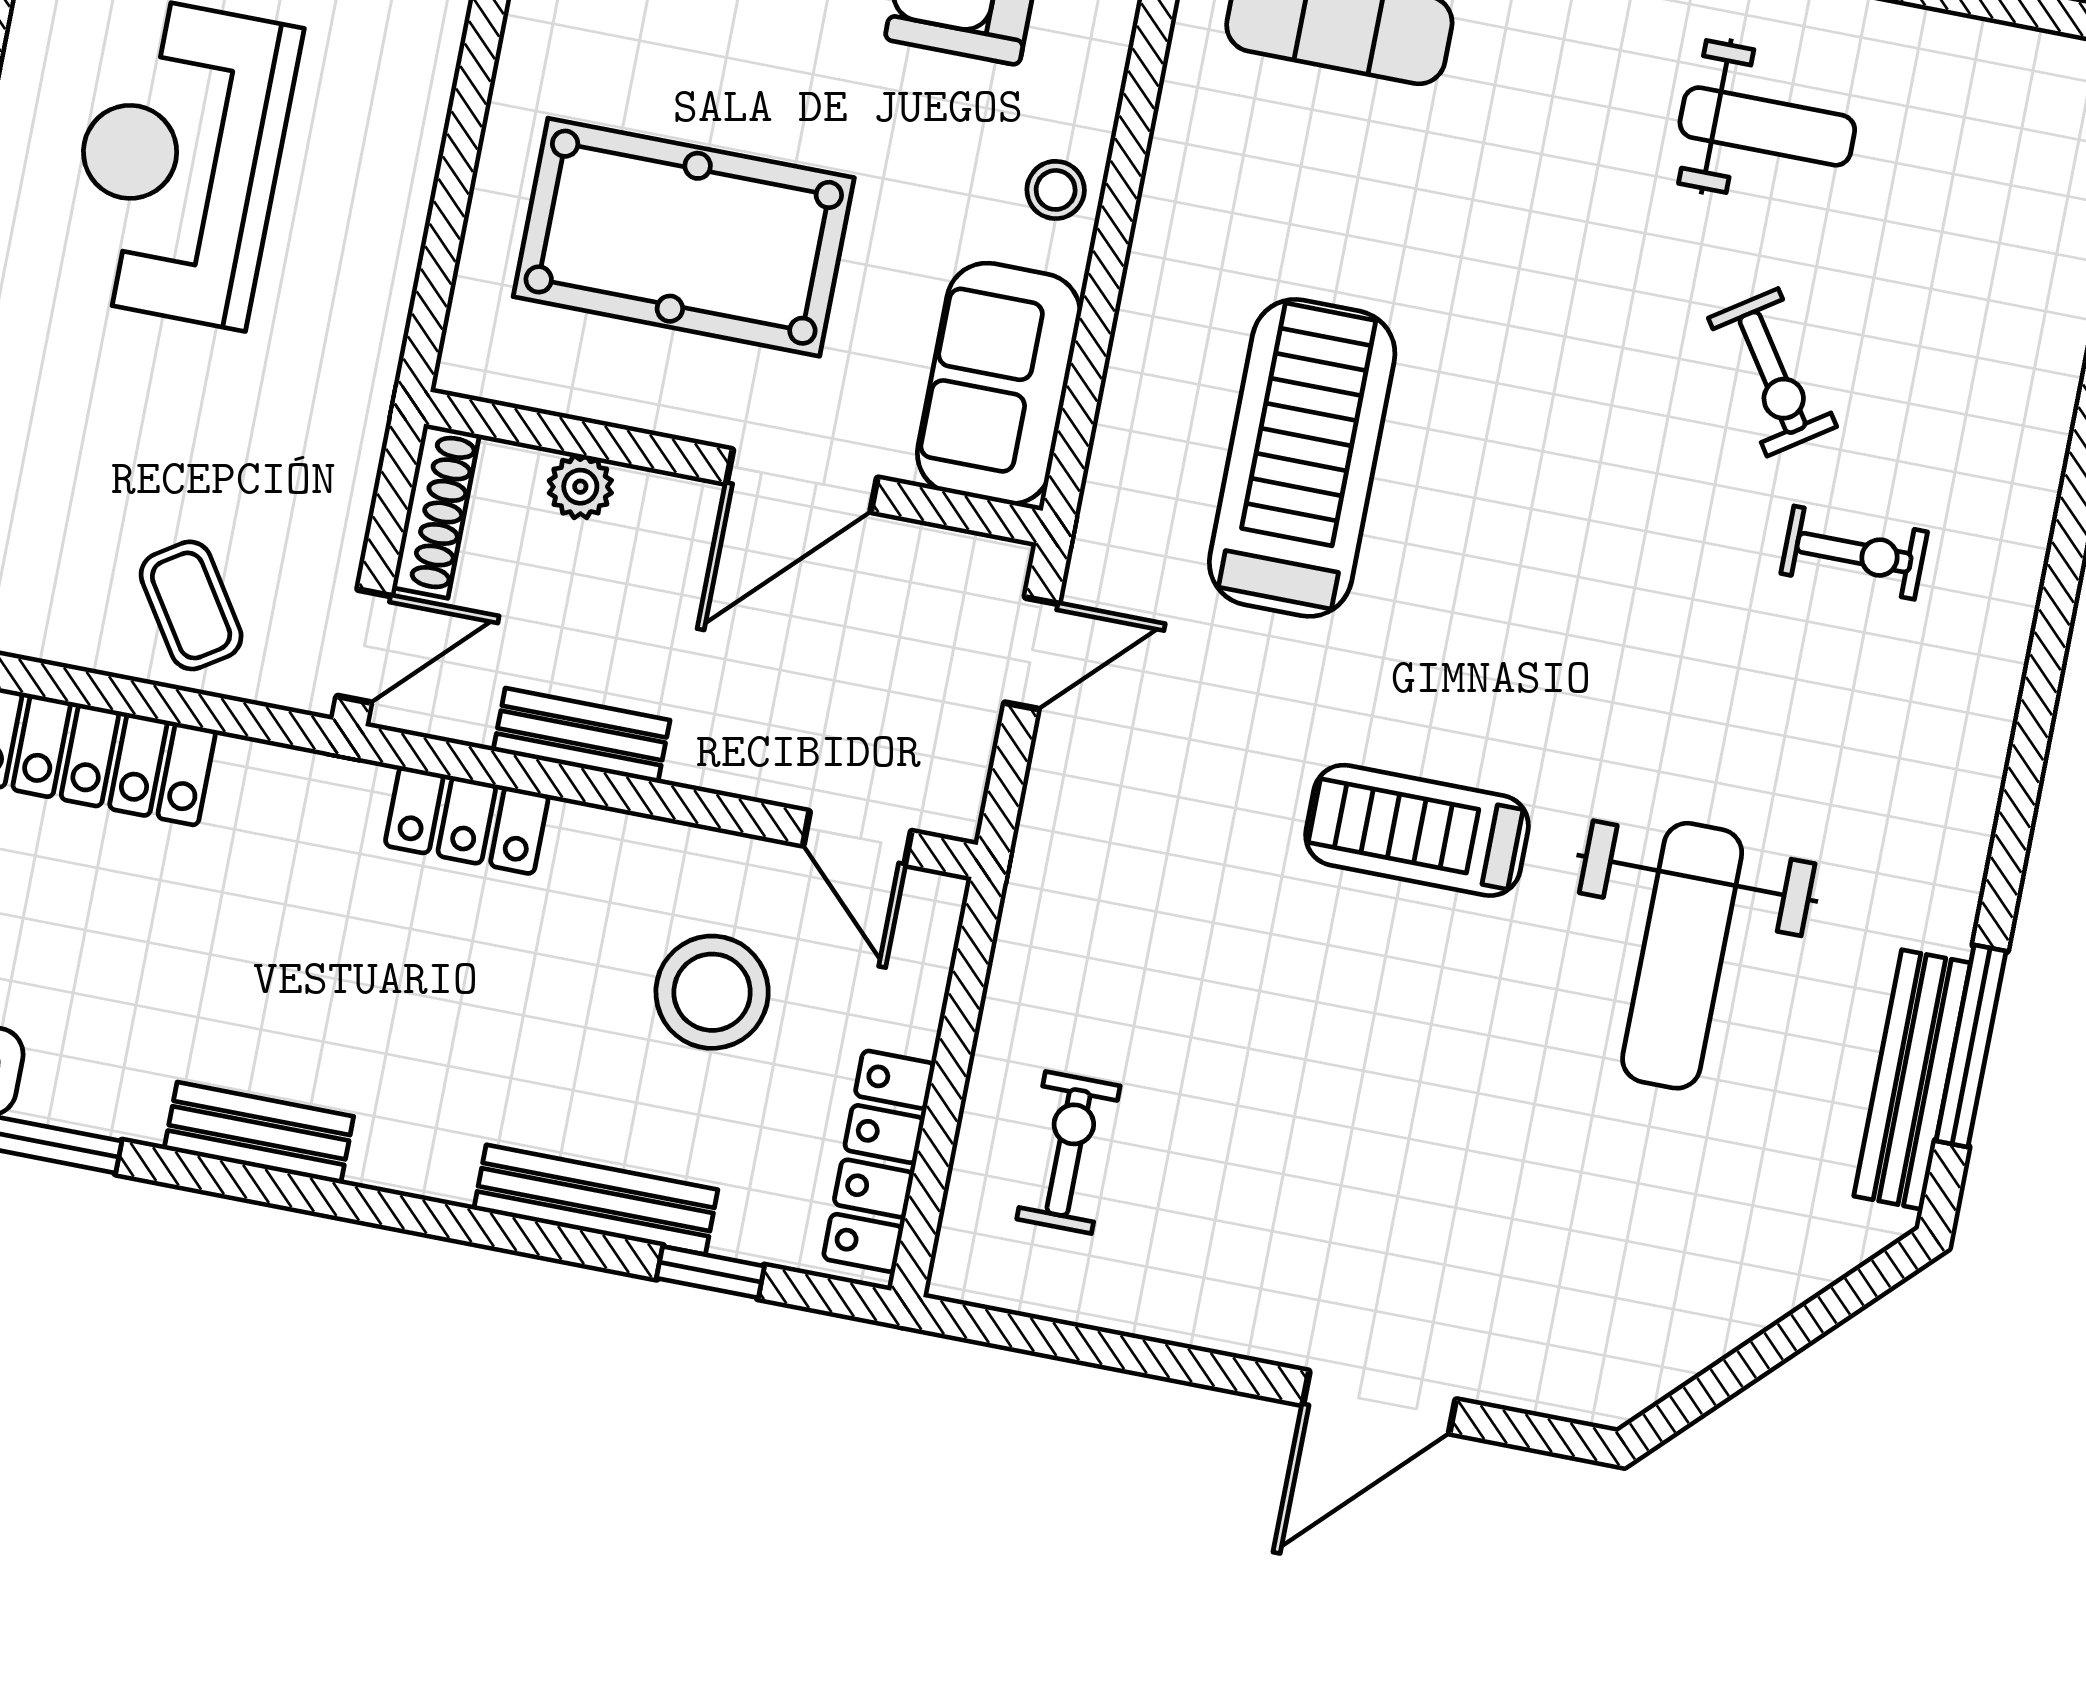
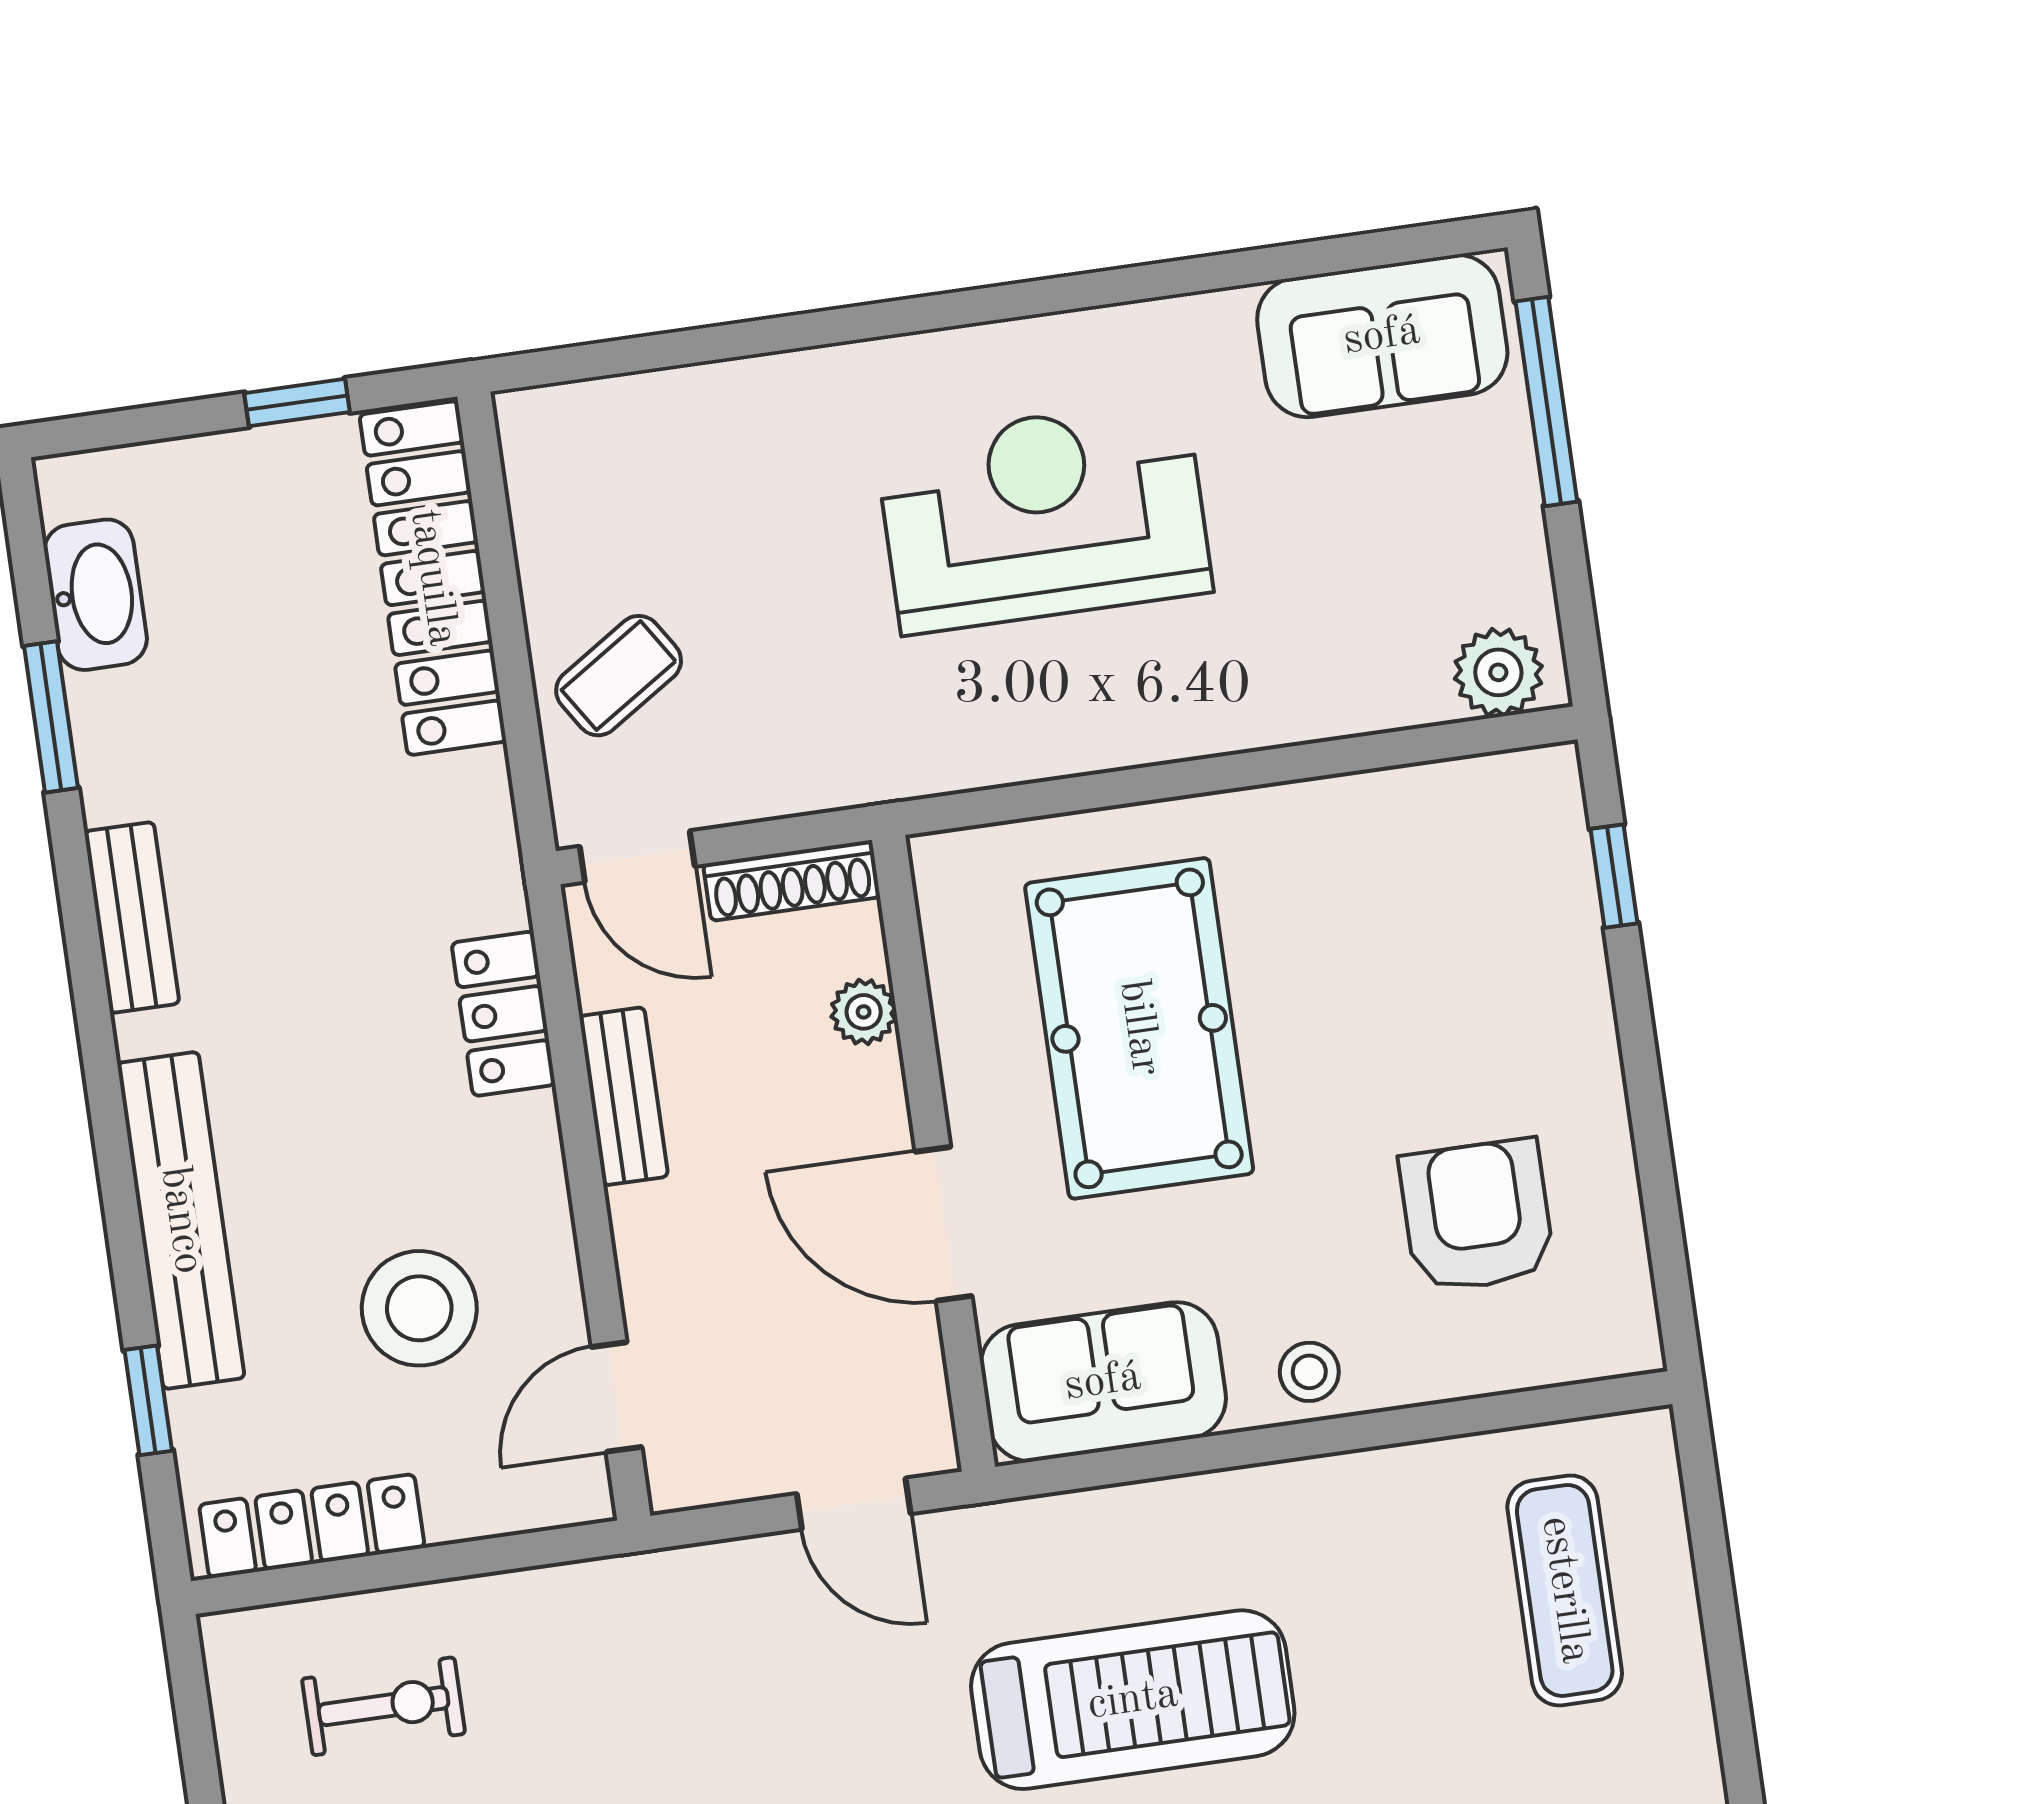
bench: (596, 1200) -> (181, 1220), width x1.37, depth x1.21

